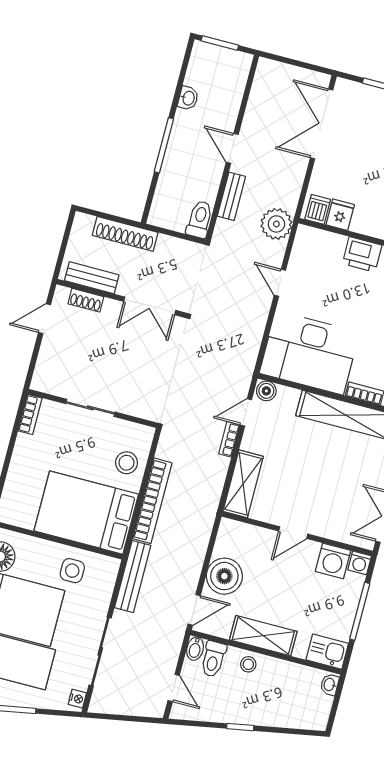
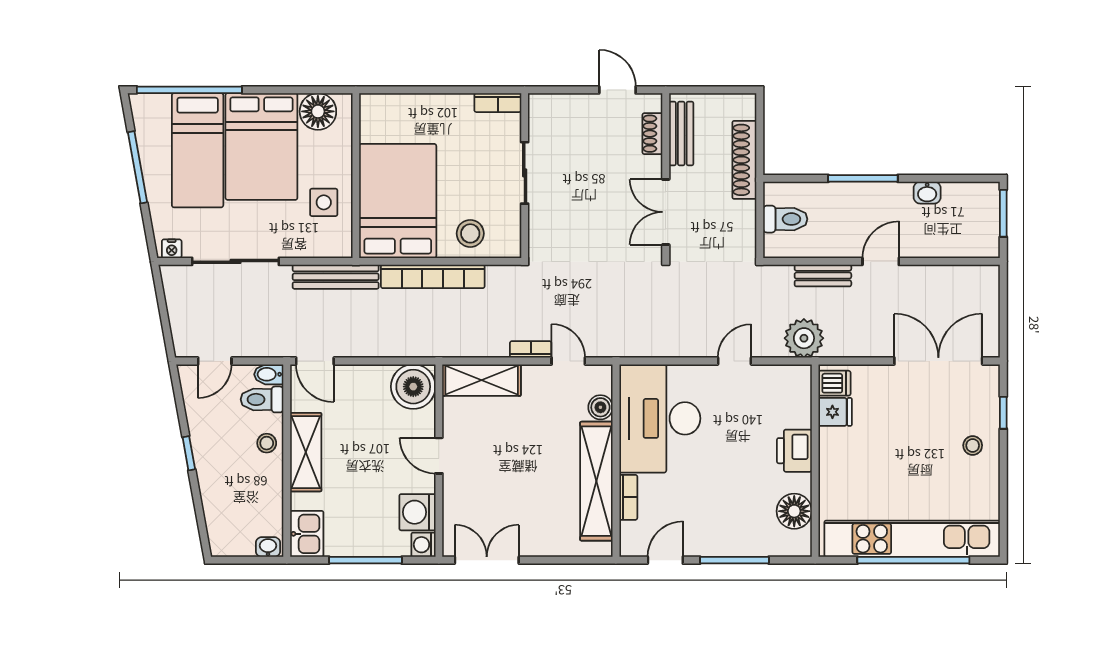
toilet: (200, 219) -> (785, 219), moved
boiler: (266, 391) -> (600, 407), moved
boiler: (224, 576) -> (413, 387), moved

